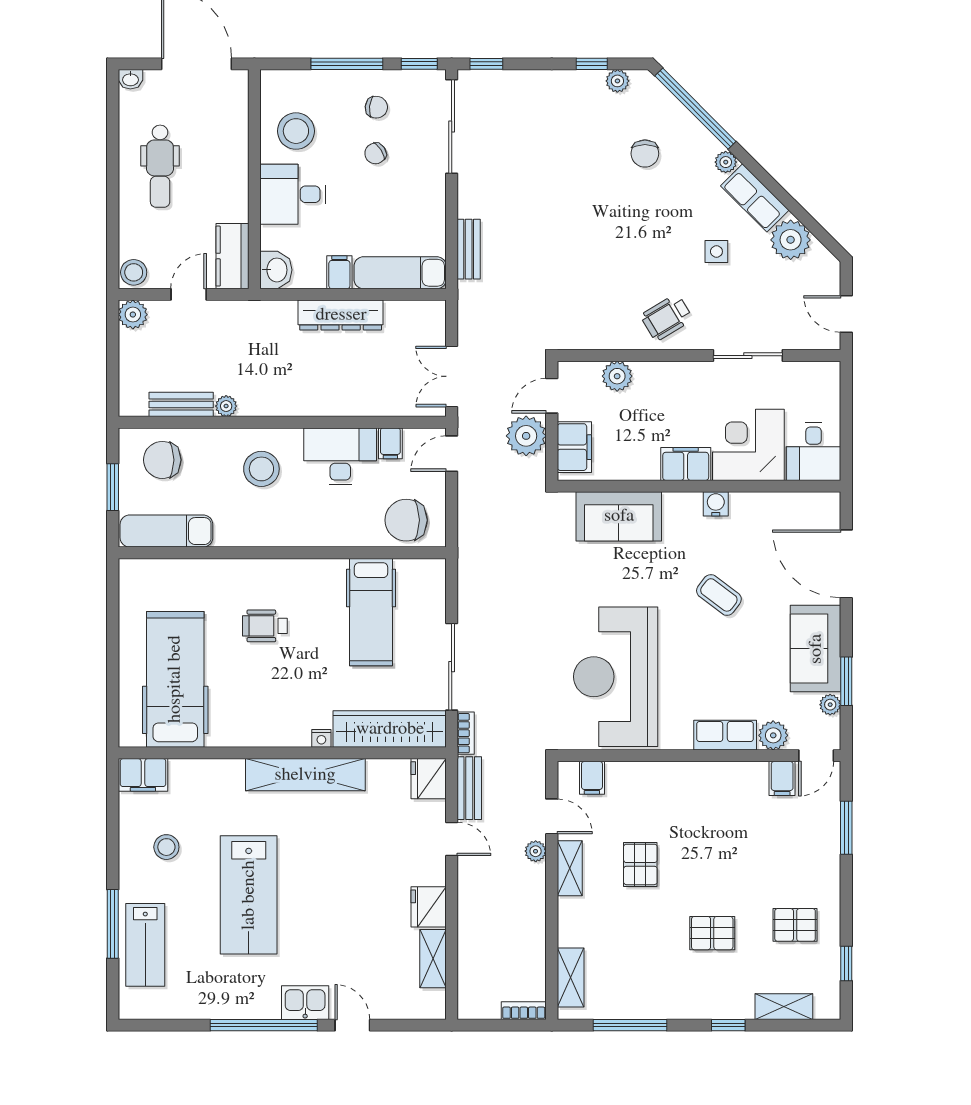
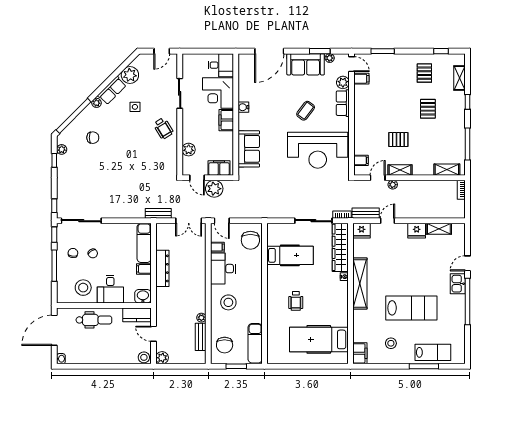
dental chair: (160, 166) -> (94, 320), moved
bench: (469, 249) -> (158, 213), moved
coffee table: (719, 595) -> (306, 111), moved

